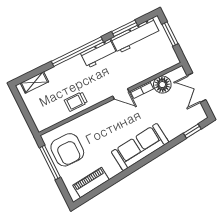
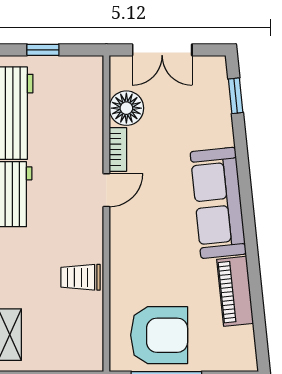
window: (170, 34) -> (43, 50), width x0.67
trolley: (76, 102) -> (80, 277), turned 90
piano: (91, 183) -> (235, 291), moved

